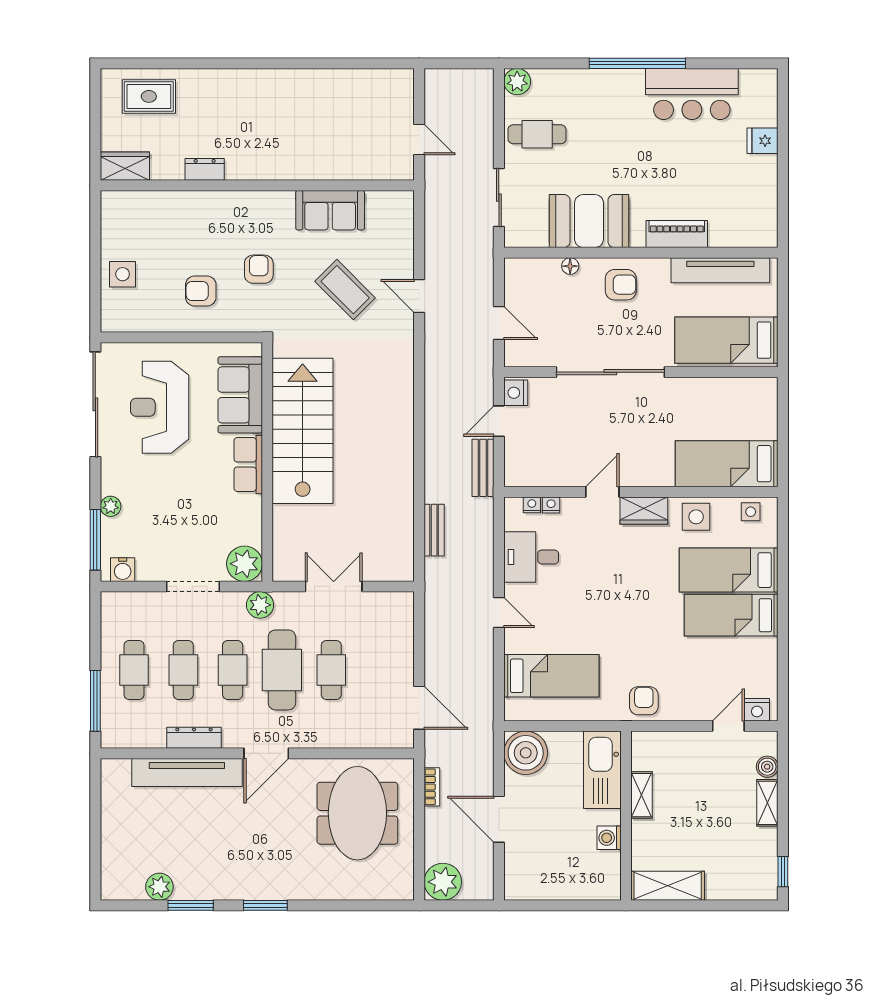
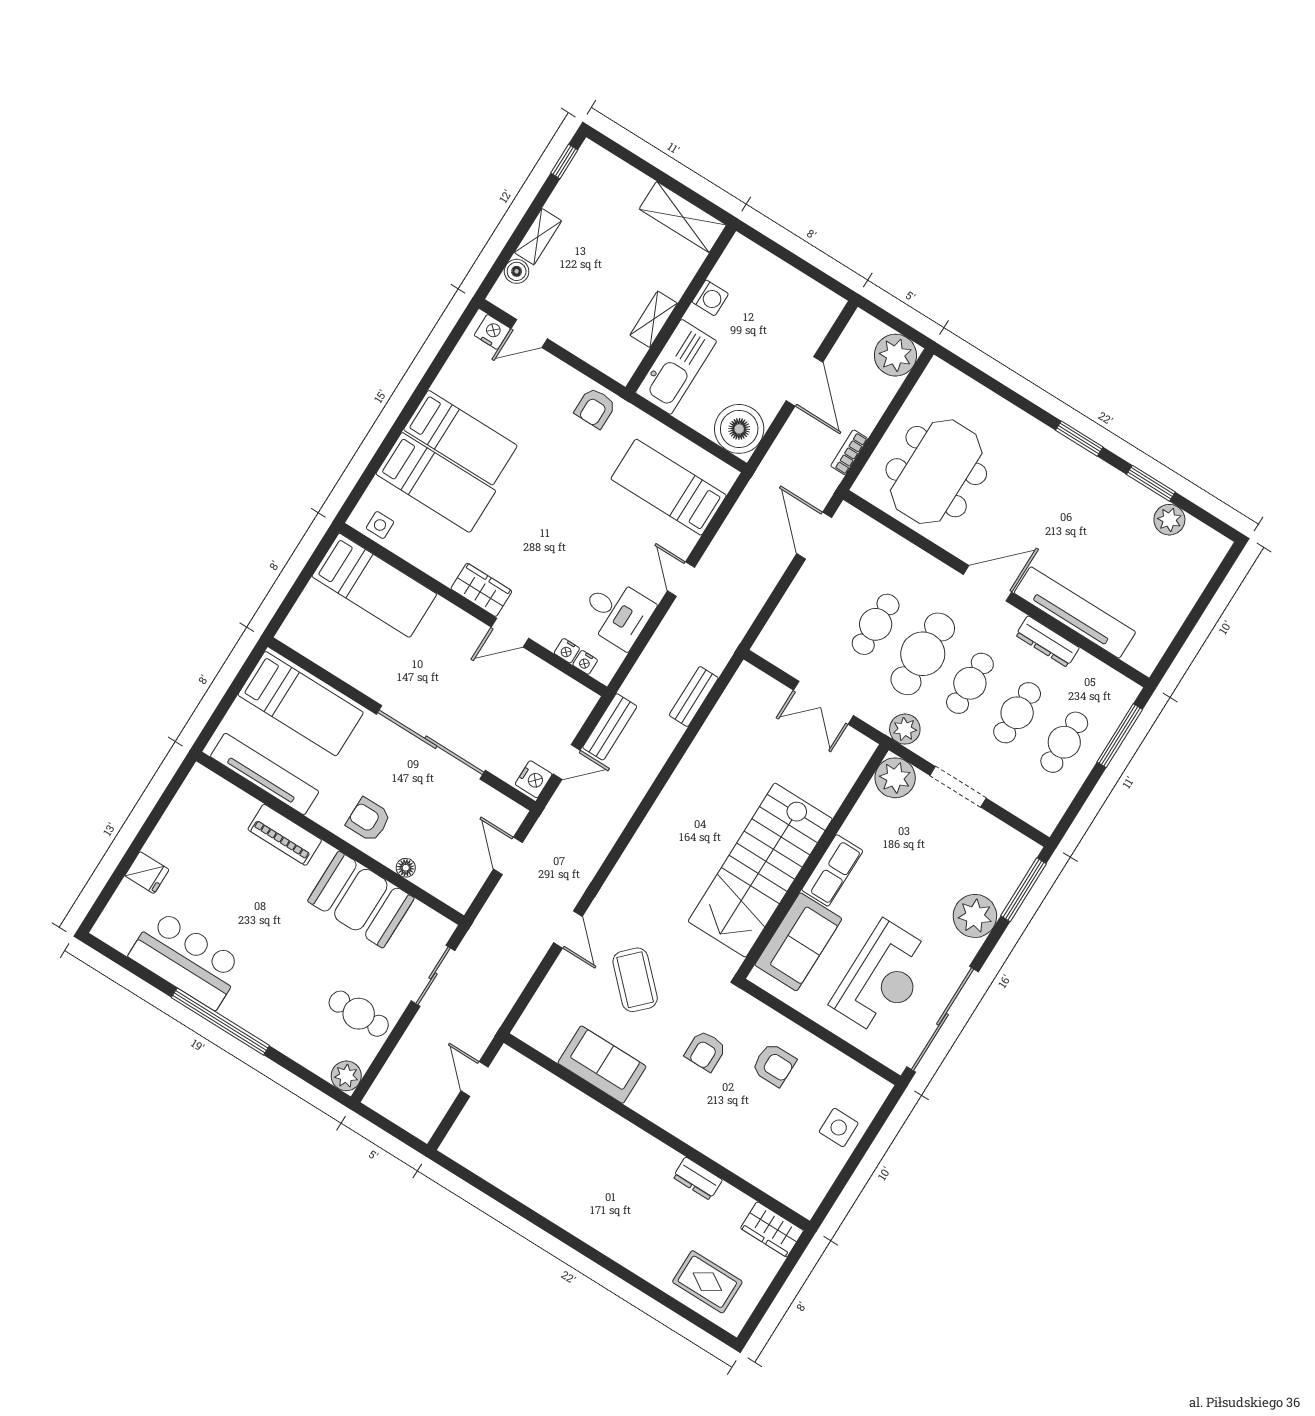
plant: (111, 506) -> (975, 916), width x1.87, depth x1.87
side table: (696, 517) -> (435, 553), removed
water cooler: (123, 570) -> (1015, 845), removed

